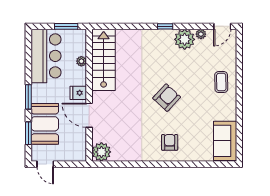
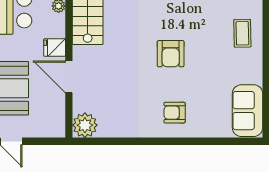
armchair: (167, 98) -> (171, 54), turned 137
armchair: (170, 142) -> (175, 113), turned -90

